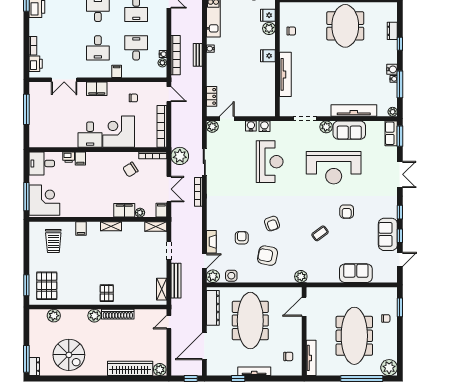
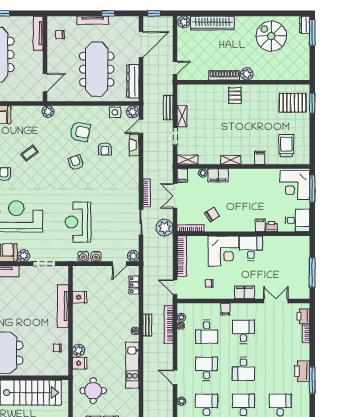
fridge: (268, 56) -> (80, 297), moved
bench: (176, 281) -> (168, 108), width x0.73
pallet: (47, 286) -> (293, 103), turned 90
shelving: (162, 289) -> (182, 116), moved
plant: (54, 316) -> (286, 74), removed

